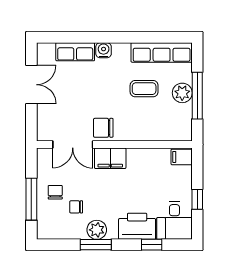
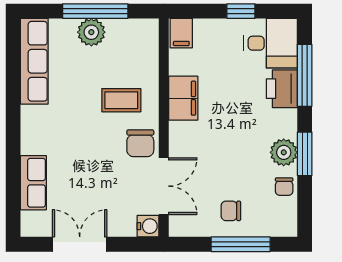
water cooler: (104, 50) -> (148, 226), moved, turned 180
coffee table: (144, 89) -> (121, 100), moved, turned 90
filing cabinet: (110, 158) -> (183, 98), moved
chair: (76, 207) -> (284, 187), moved
printer: (137, 226) -> (282, 89), width x0.73, depth x0.84
window: (152, 245) -> (305, 75), width x2.17

